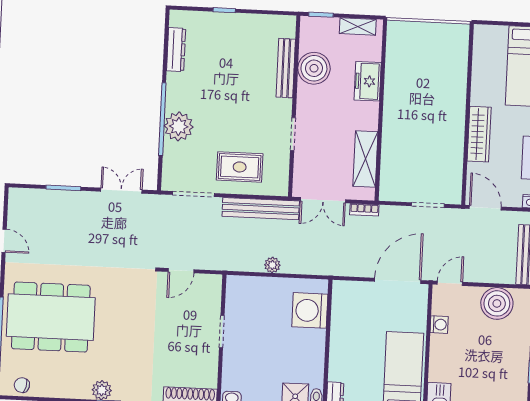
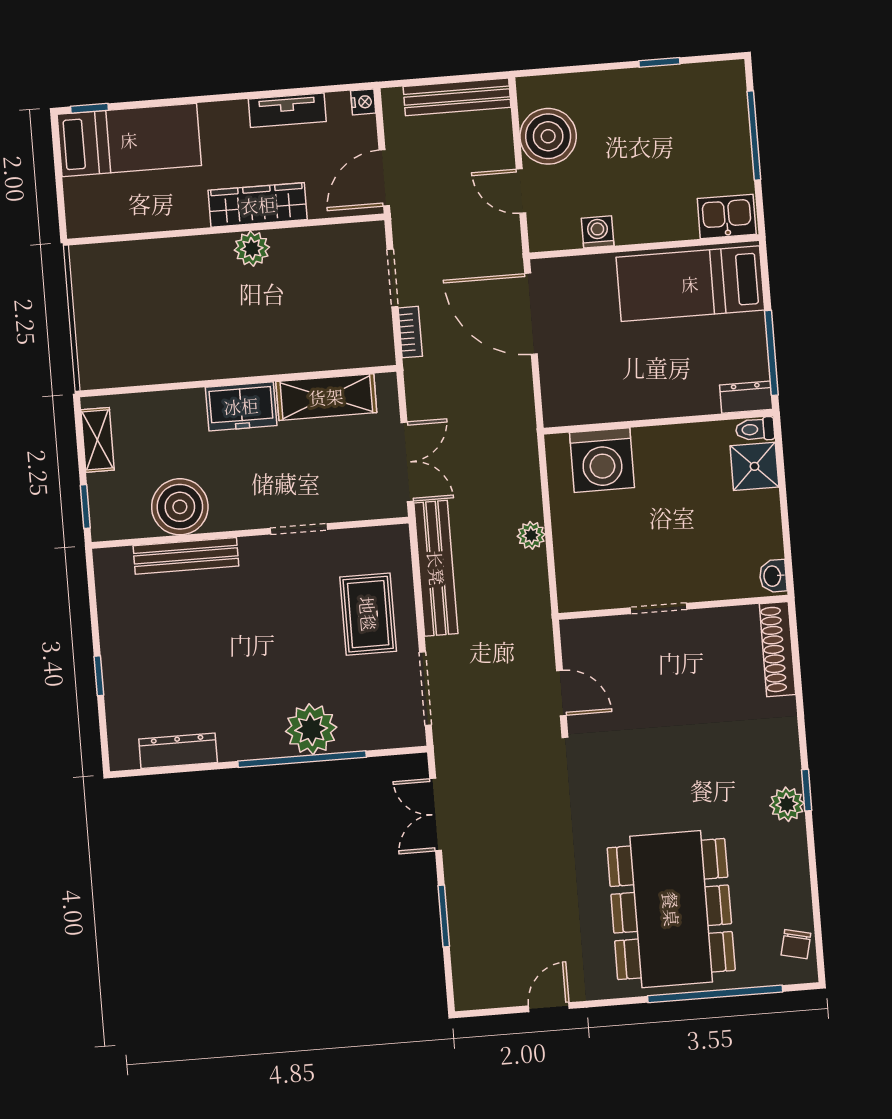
freezer: (368, 81) -> (241, 406), moved
plant: (455, 128) -> (252, 249), added
bookcase: (364, 210) -> (410, 332), moved
door: (450, 283) -> (521, 191), moved

